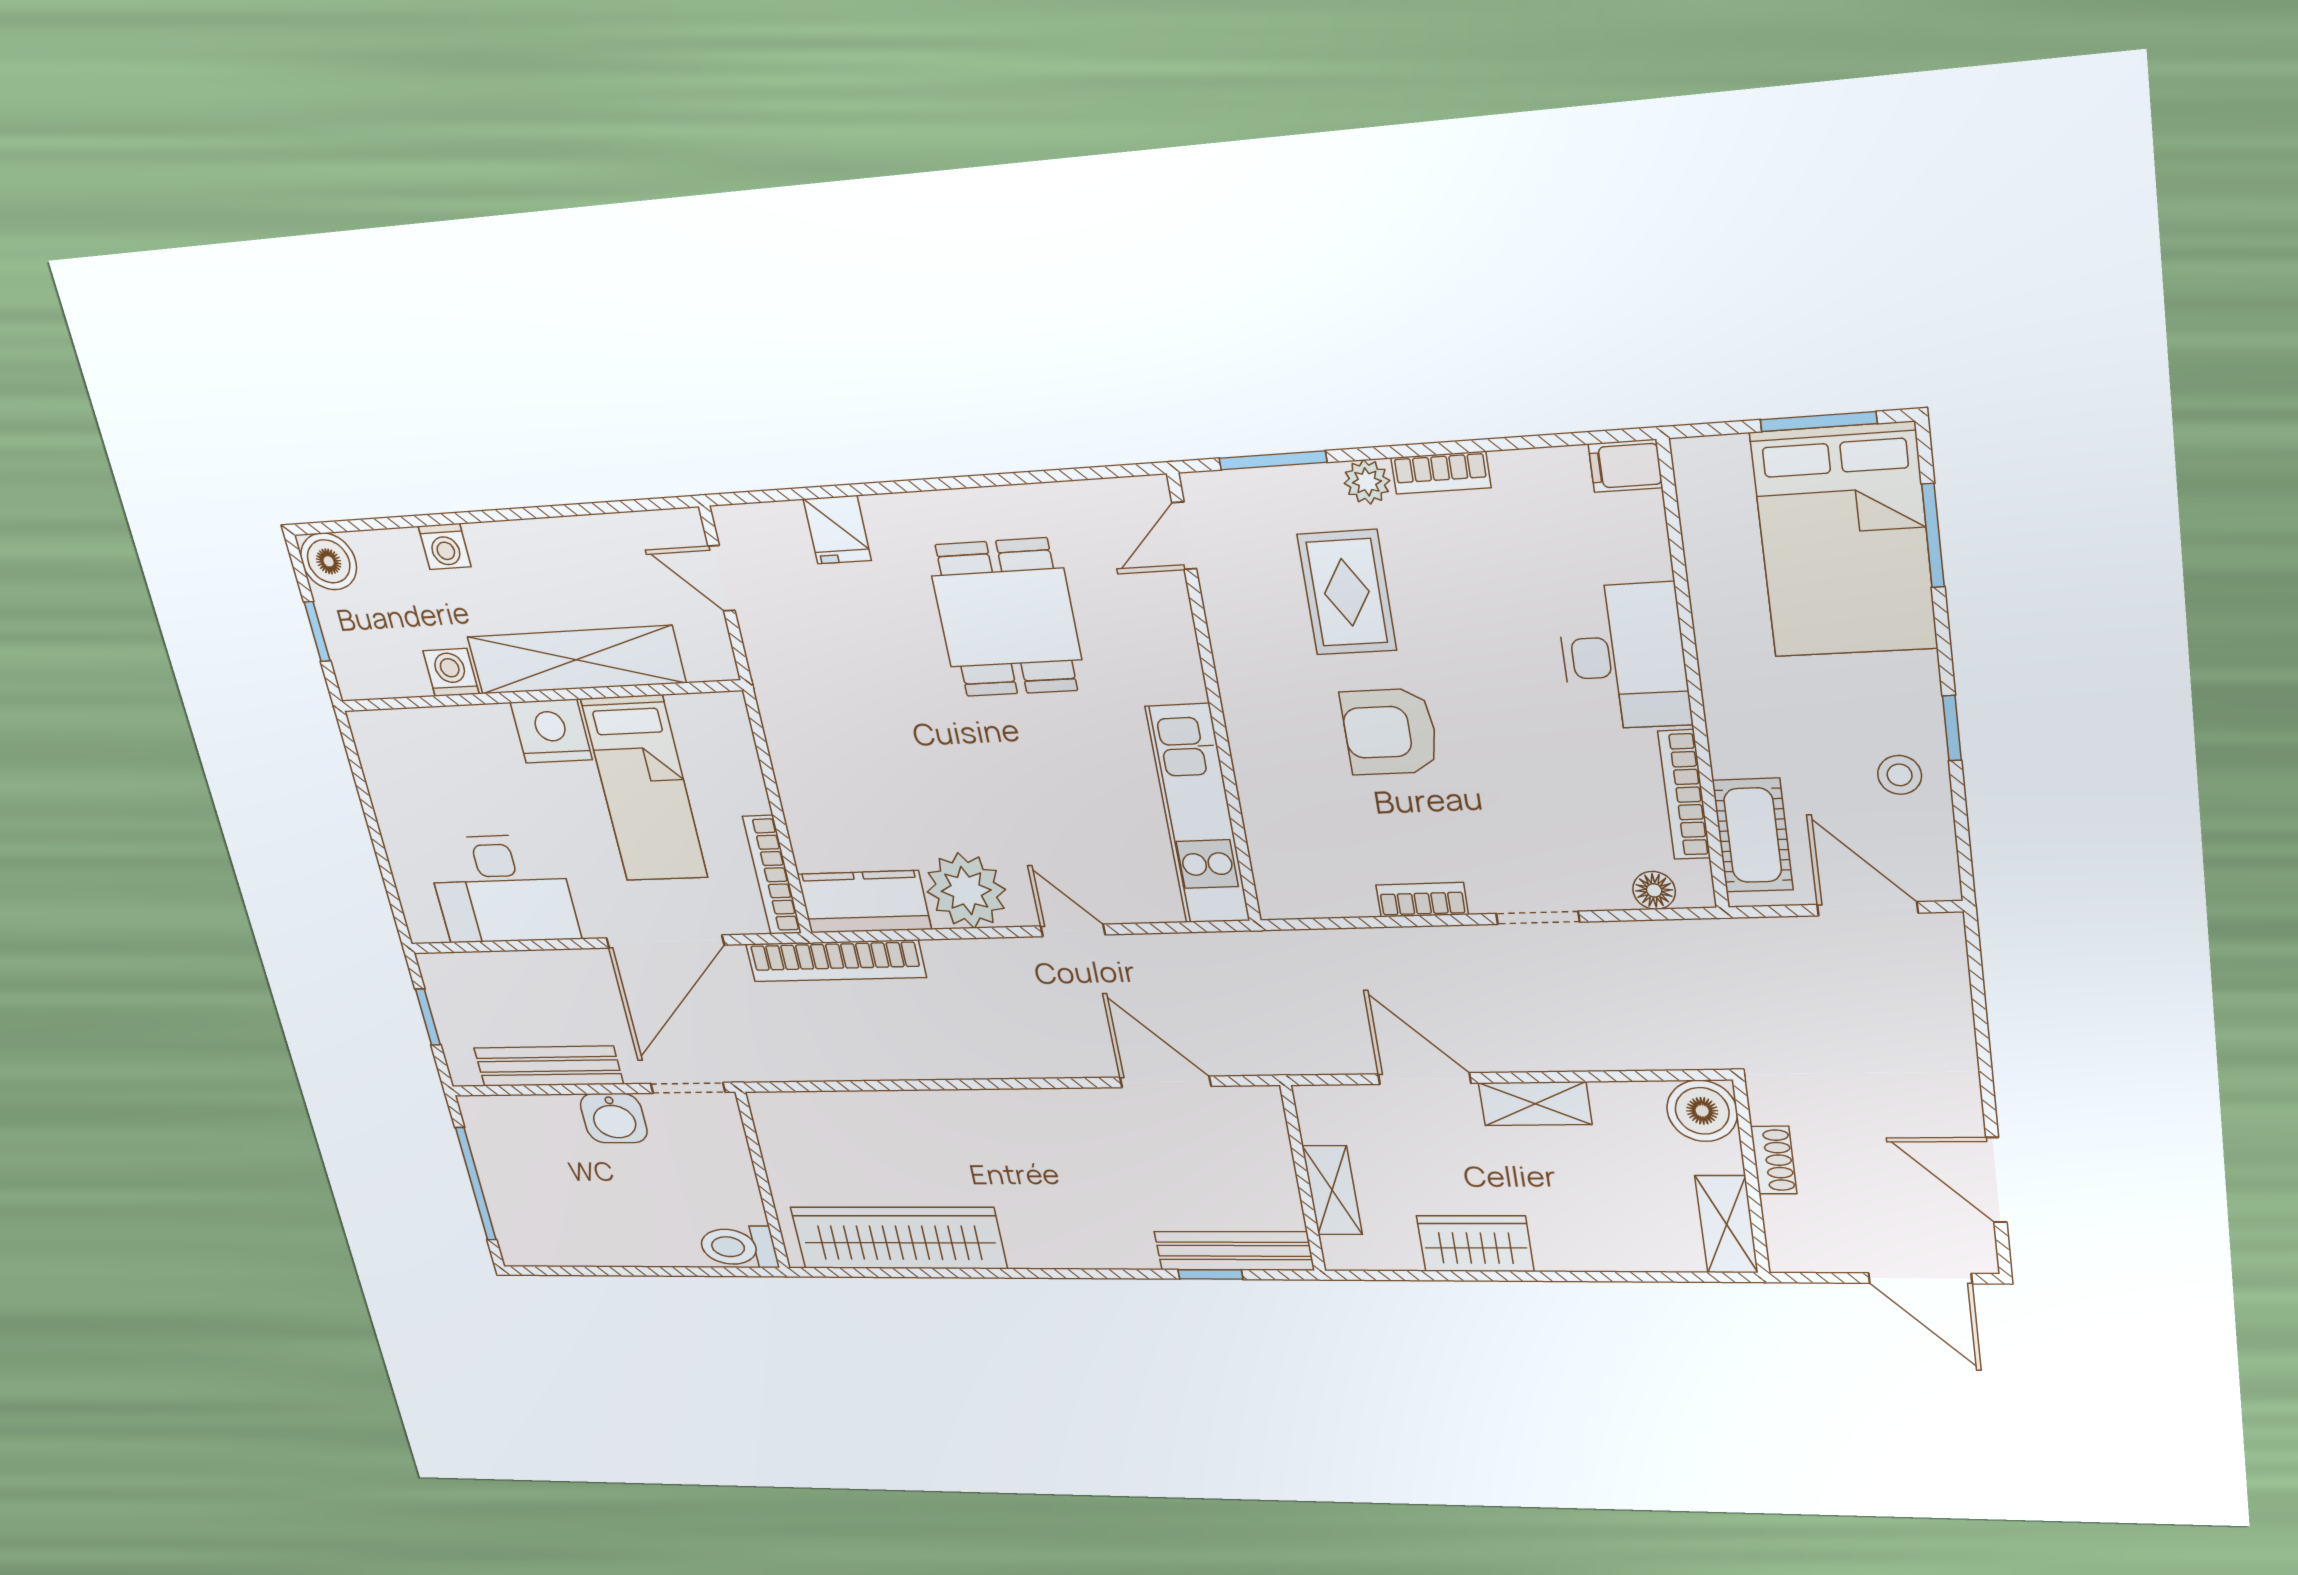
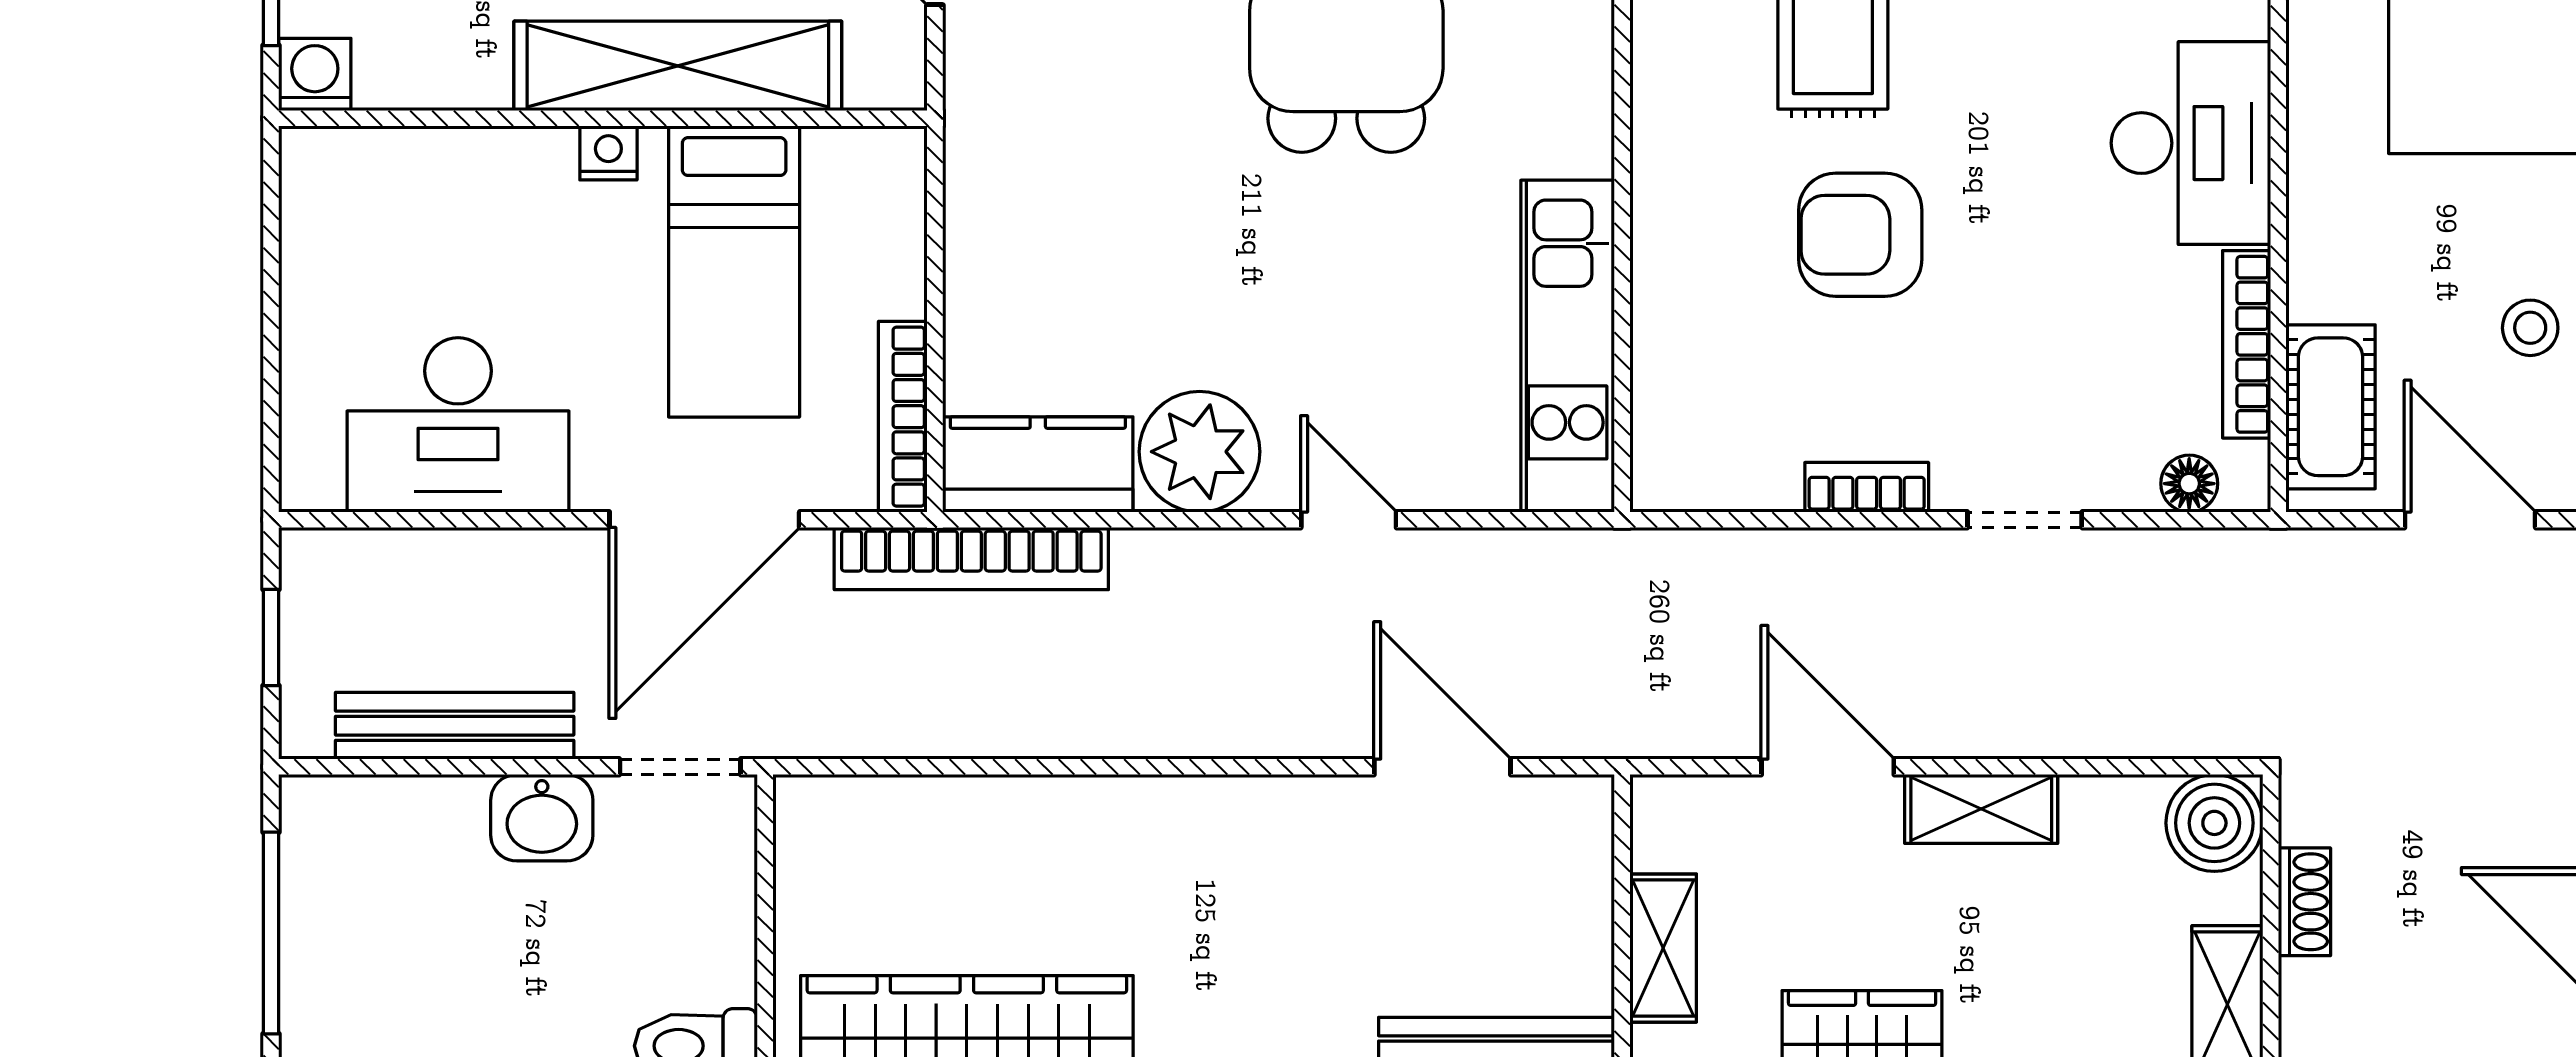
washing machine: (451, 672) -> (315, 74), moved
nightstand: (551, 731) -> (608, 153), width x0.53, depth x0.56

